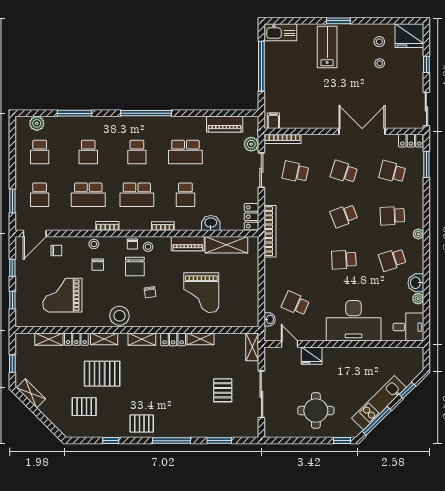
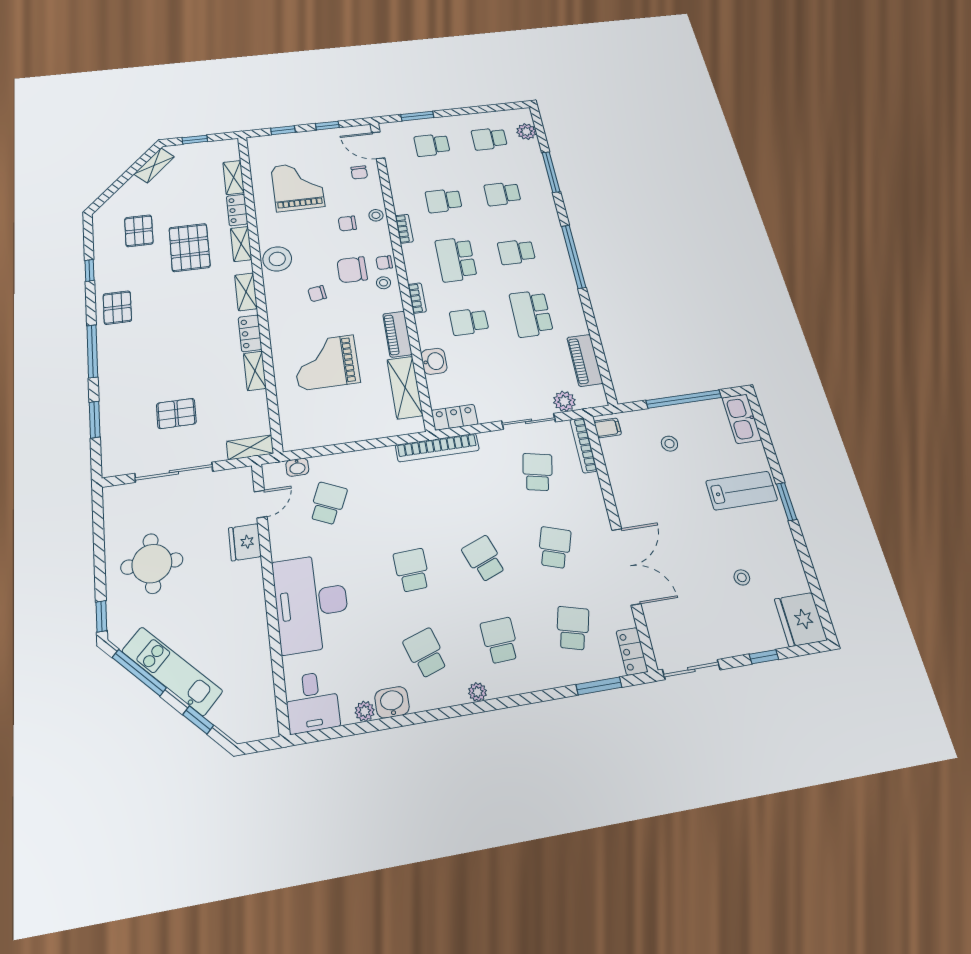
stool: (379, 42) -> (669, 444), moved
school desk: (88, 195) -> (444, 201), width x0.54

